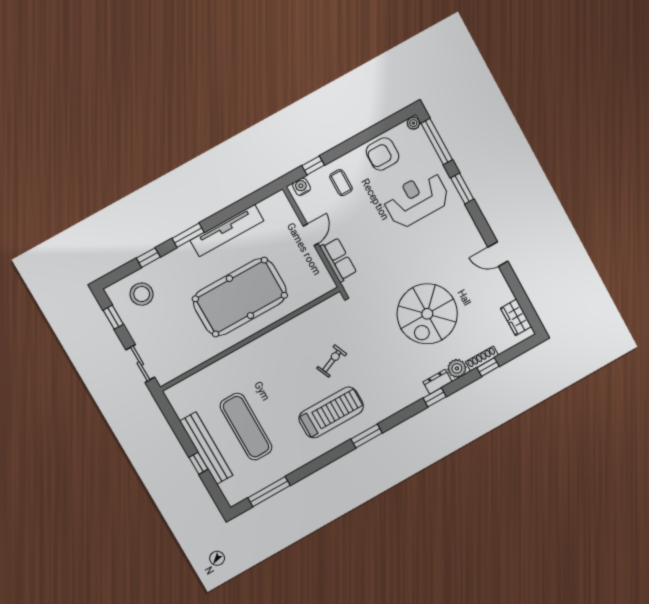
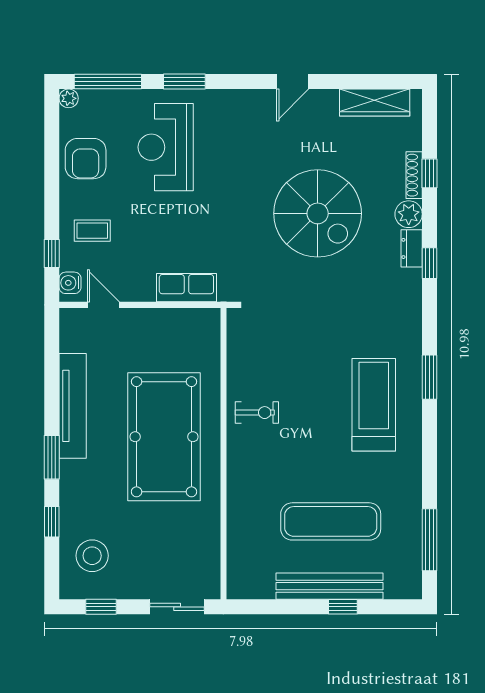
door: (311, 235) -> (103, 305), moved
wardrobe: (516, 317) -> (375, 102), width x1.50
exercise bike: (332, 361) -> (257, 413), moved, turned 113

